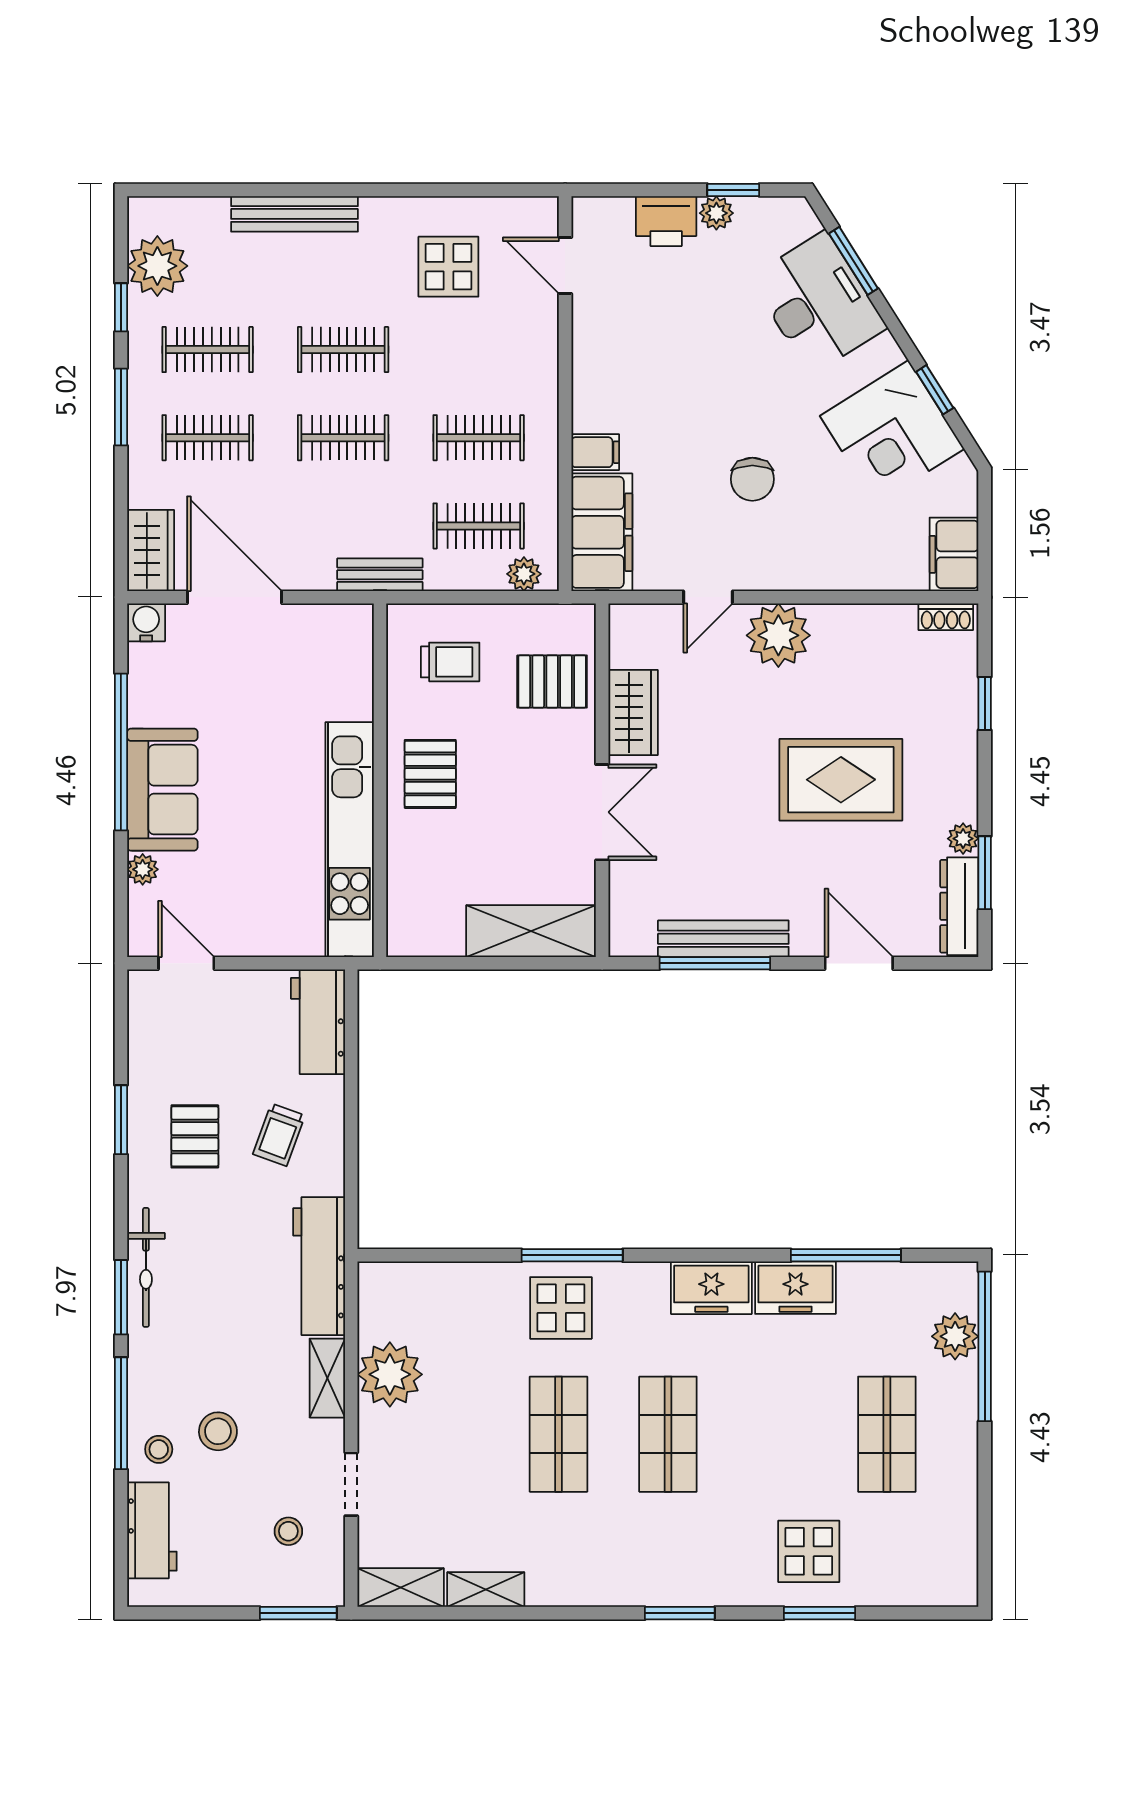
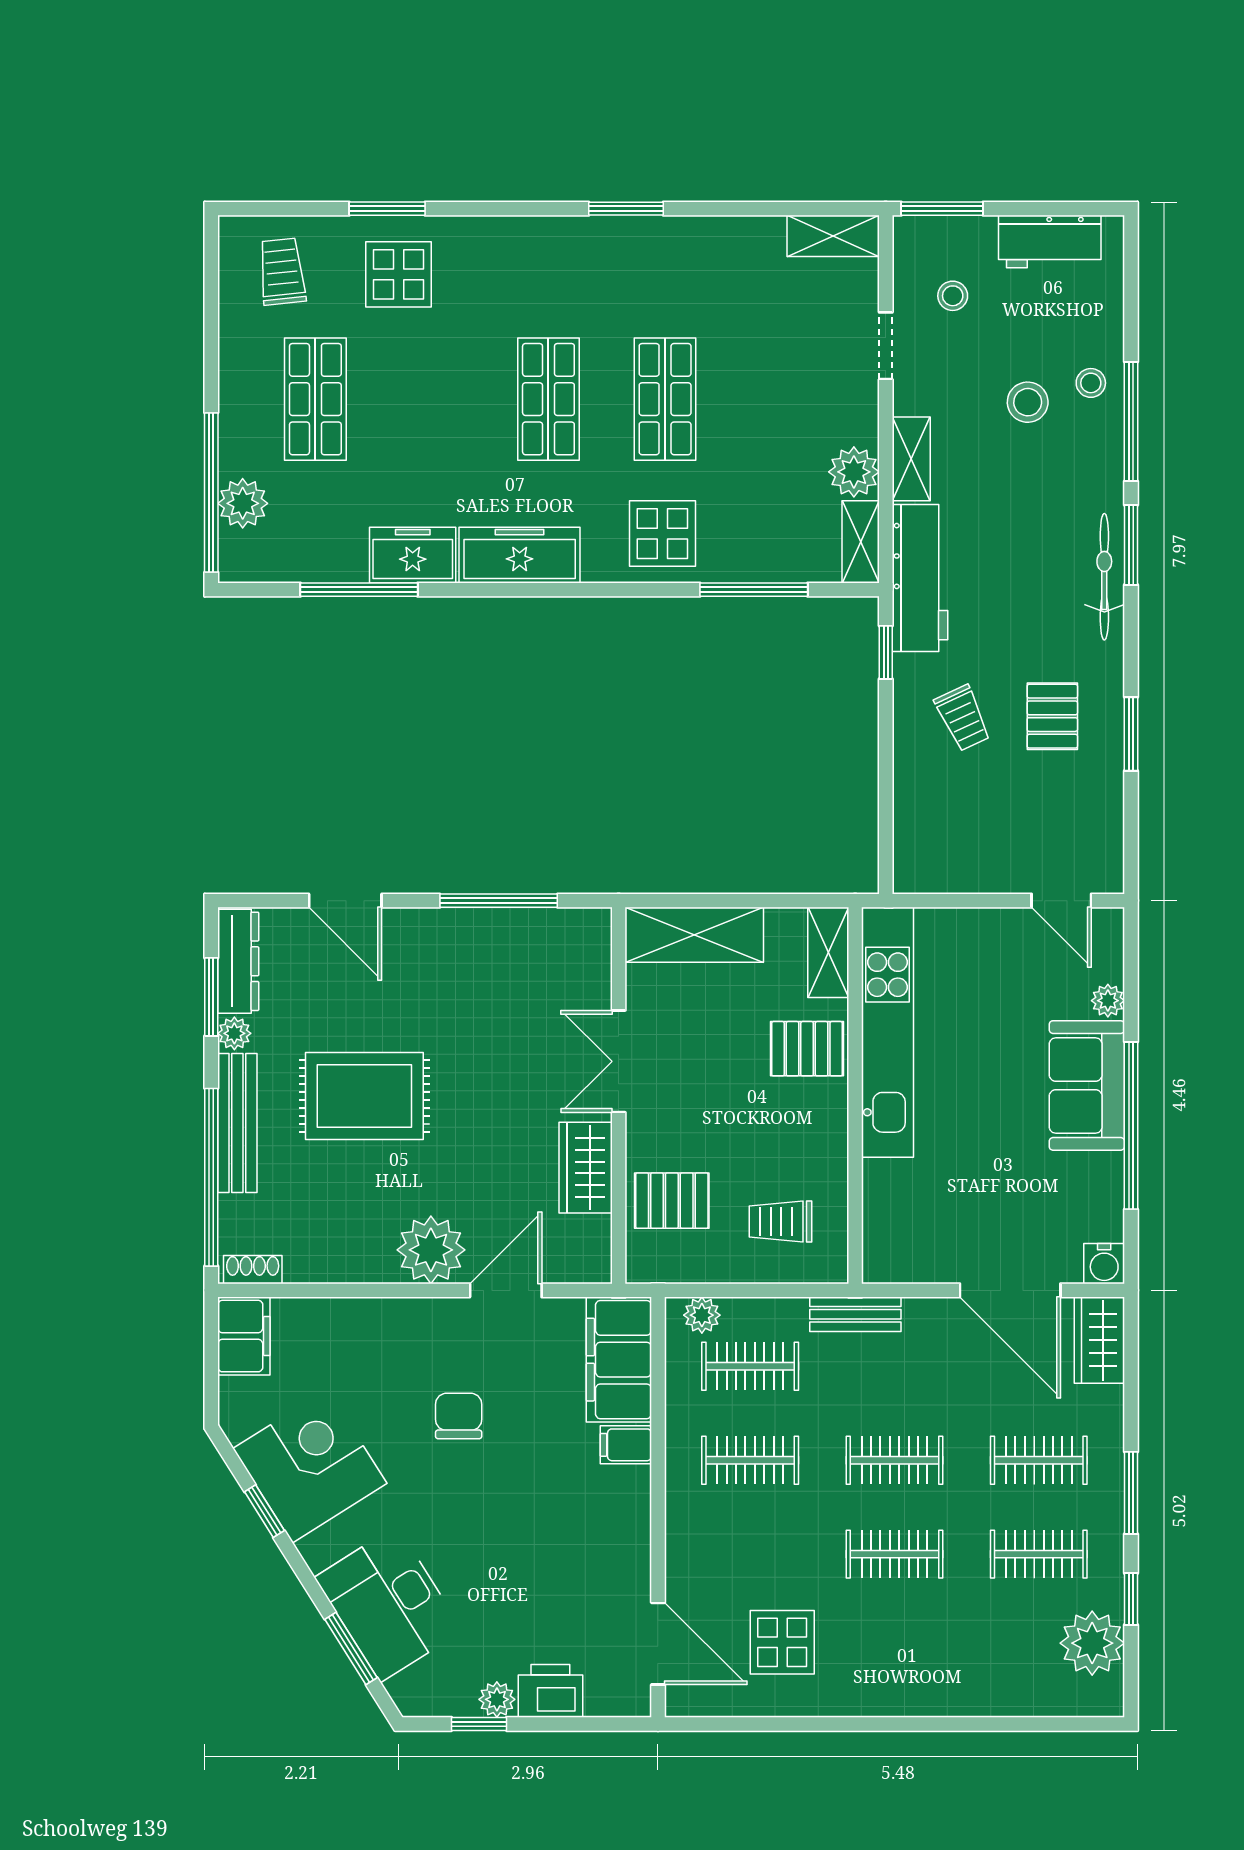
bench: (295, 214) -> (946, 1698), removed
door: (565, 265) -> (658, 1644), width x1.38
door: (708, 597) -> (506, 1290), width x1.38
window: (985, 703) -> (211, 1177), width x3.17
pallet: (430, 774) -> (807, 1049), moved, turned 90
shelving: (405, 915) -> (828, 952), added
bench: (723, 939) -> (237, 1123), moved, turned 90
workbench: (318, 1022) -> (921, 838), removed
trolley: (279, 1135) -> (963, 718), turned 135
window: (351, 1196) -> (886, 652), added
window: (572, 1255) -> (754, 590), moved
freezer: (711, 1288) -> (520, 555), width x1.40
plant: (390, 1374) -> (854, 472), width x0.73, depth x0.73
workbench: (152, 1530) -> (1050, 242), moved, turned -90
trolley: (918, 1554) -> (282, 272), added
shelving: (486, 1590) -> (861, 542), moved, turned 90
window: (680, 1613) -> (626, 209), moved

